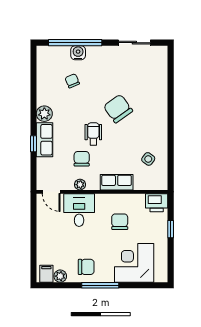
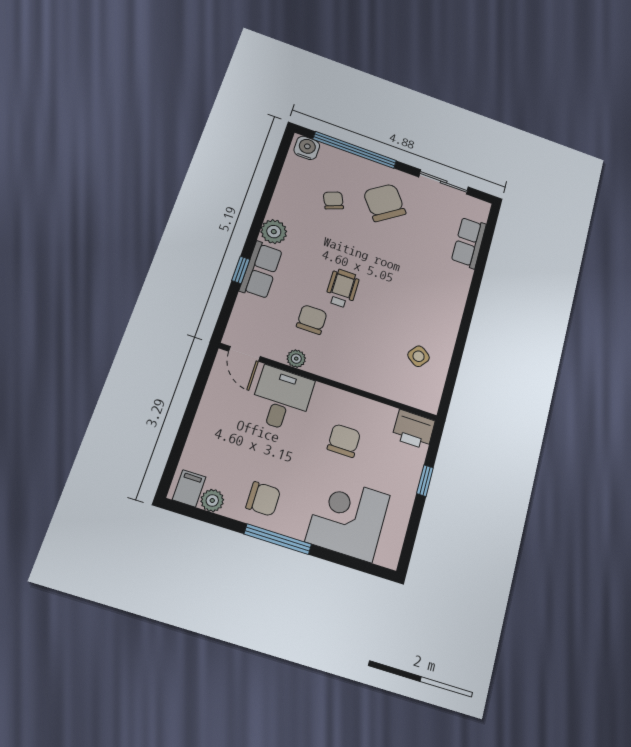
water cooler: (78, 53) -> (307, 148), moved
chair: (118, 109) -> (385, 203), moved
row of seats: (117, 182) -> (469, 242), moved, turned -90

